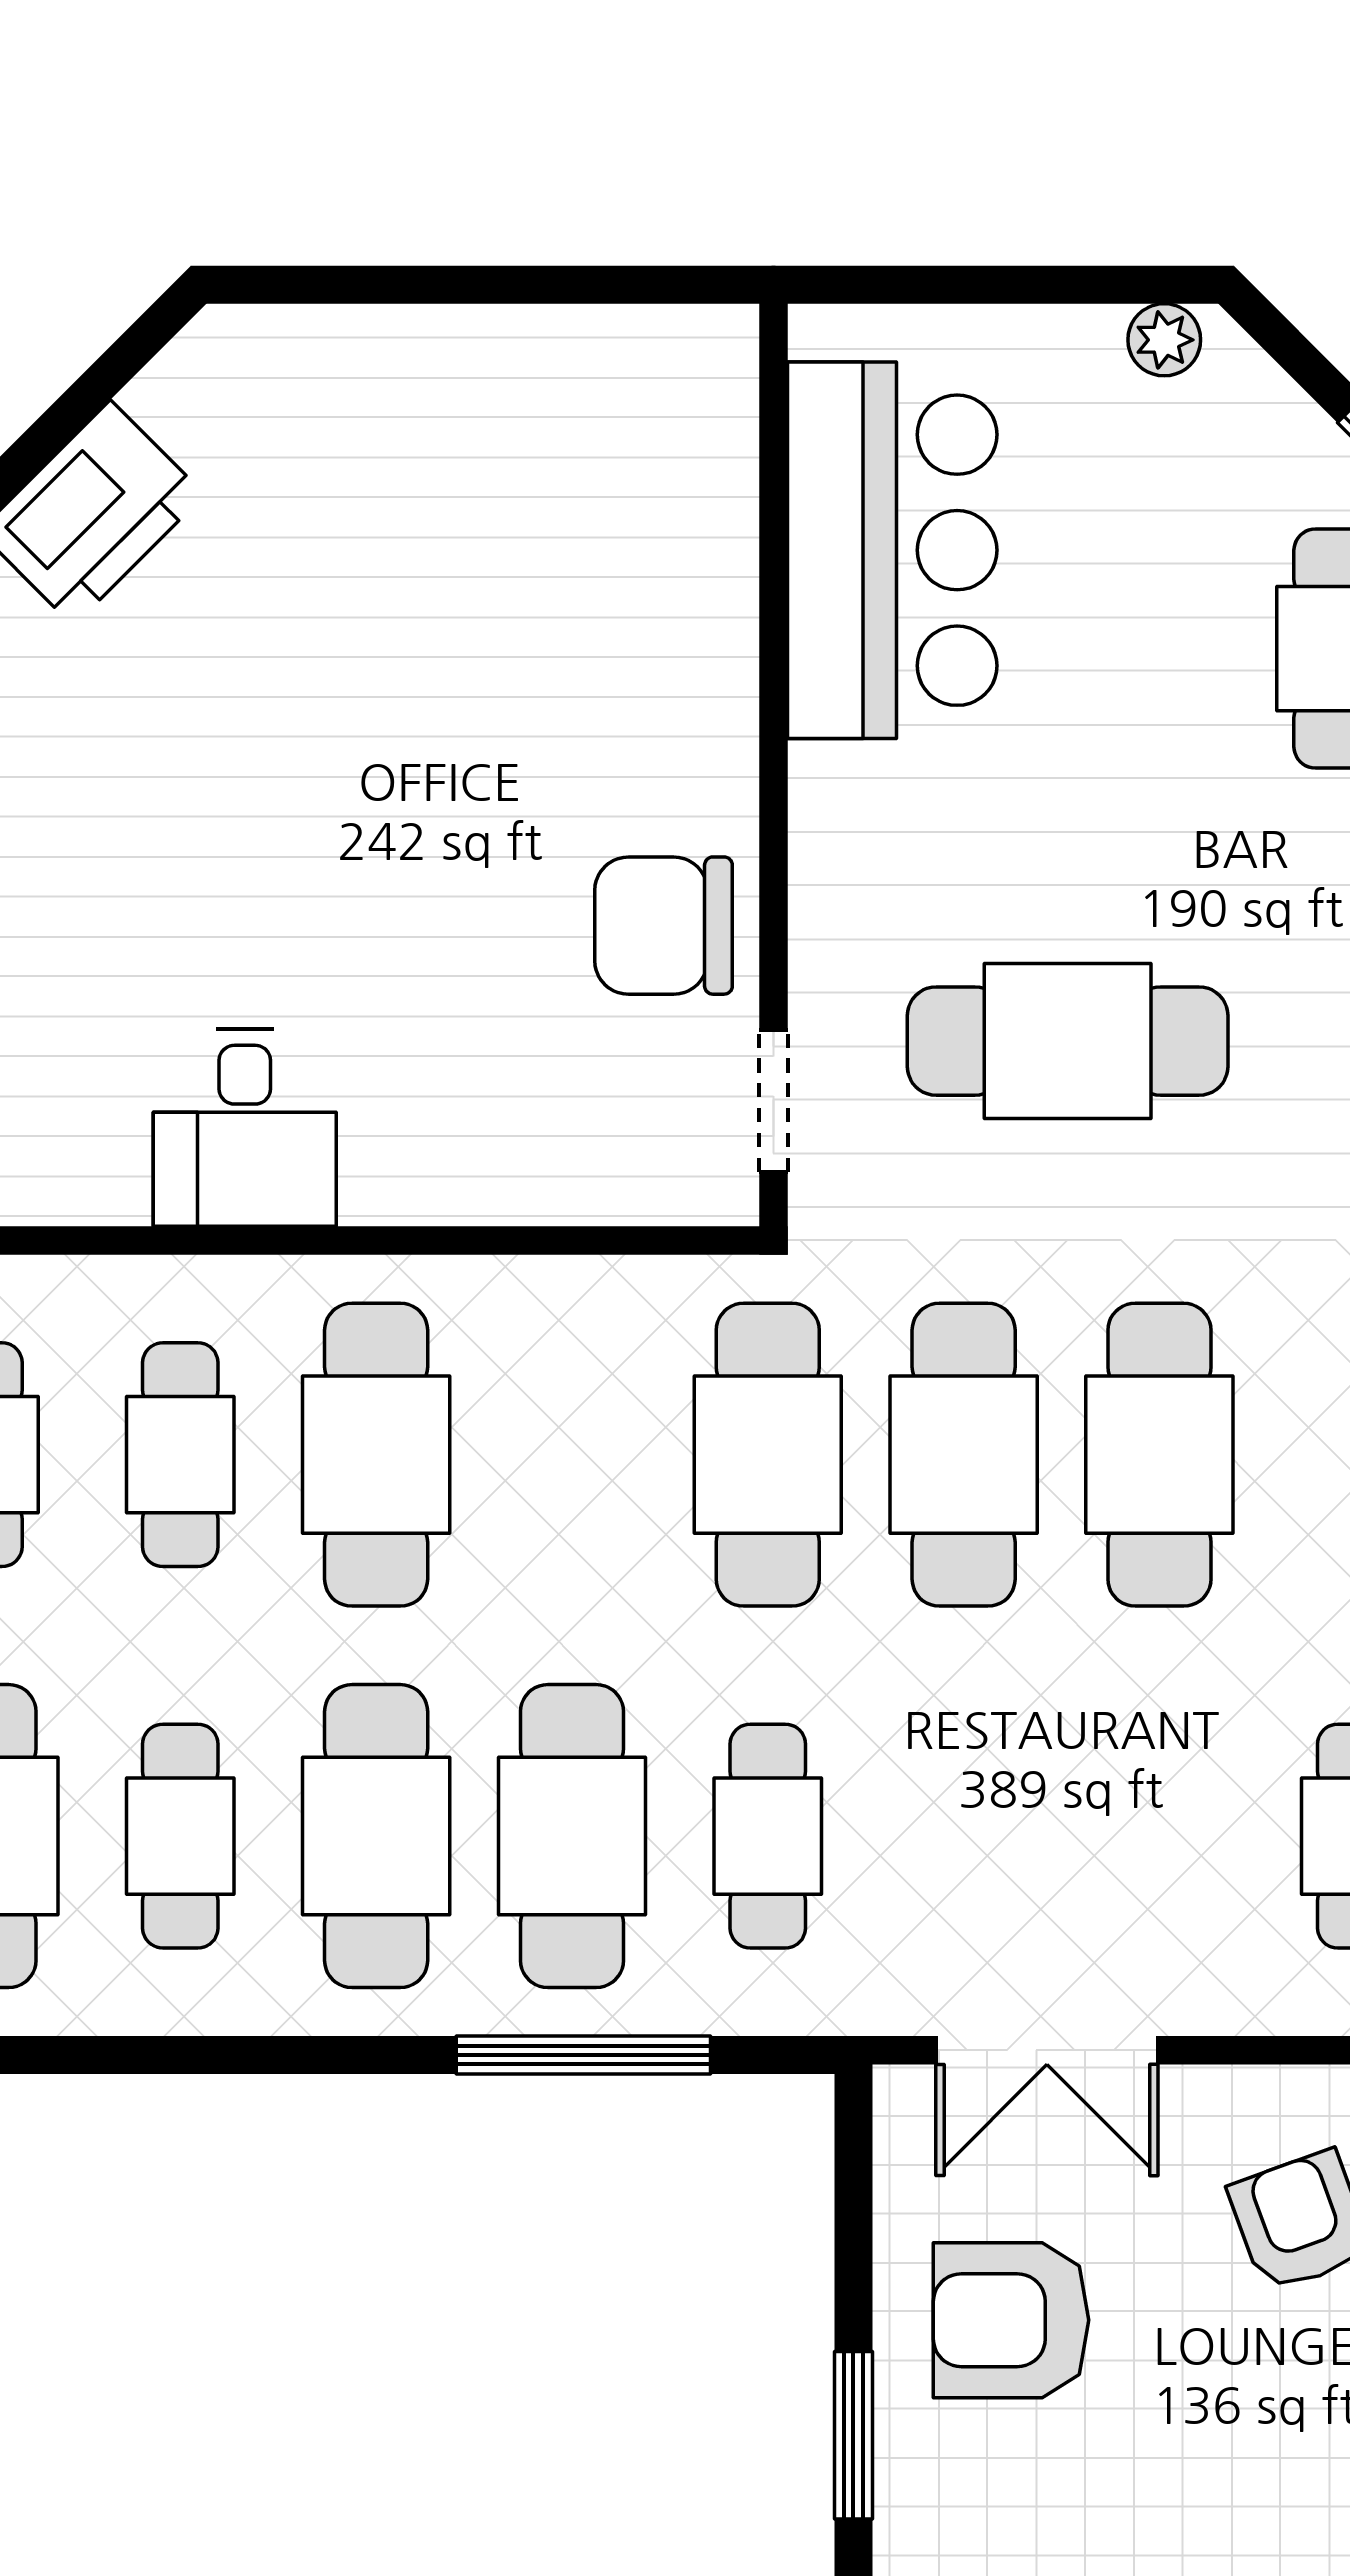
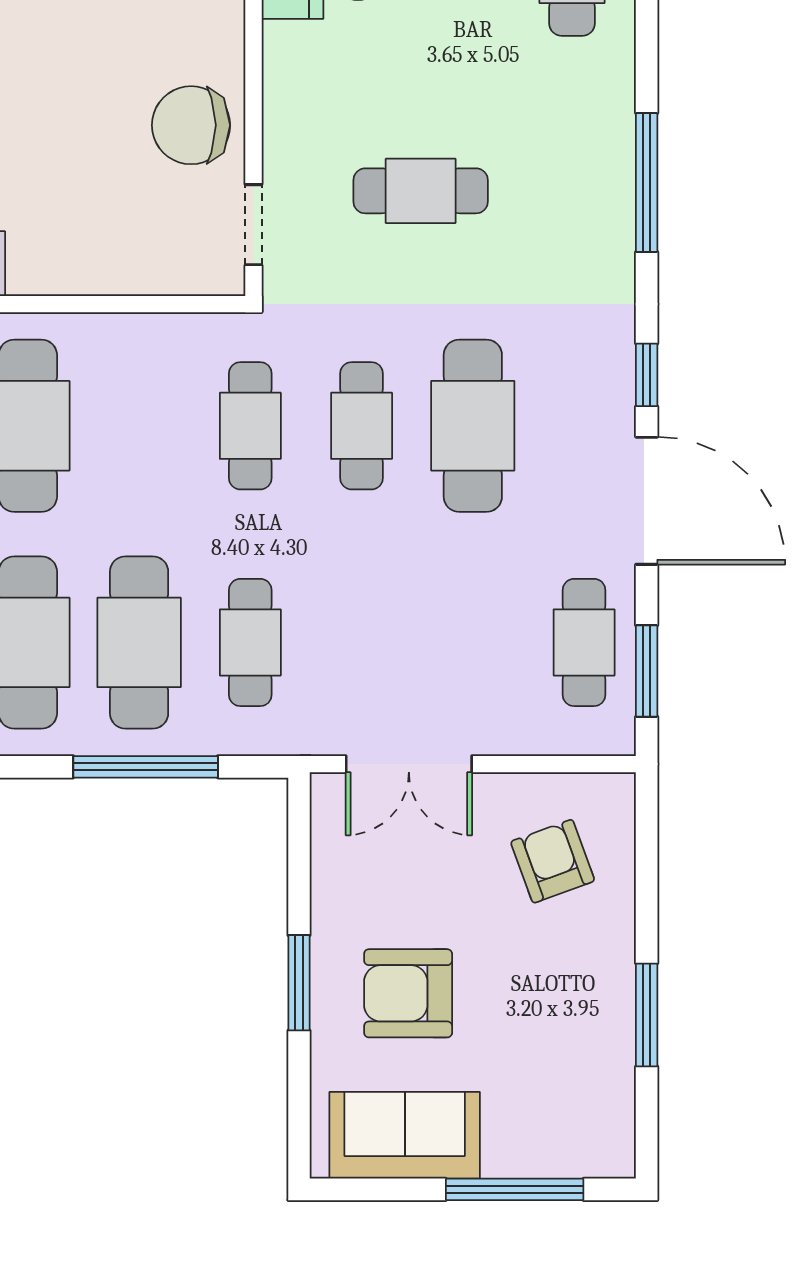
cafe table: (1068, 1041) -> (421, 191), width x0.73, depth x0.74
cafe table: (768, 1455) -> (250, 426), width x0.73, depth x0.74
cafe table: (964, 1455) -> (362, 426), width x0.73, depth x0.74
armchair: (1011, 2320) -> (408, 993), moved

